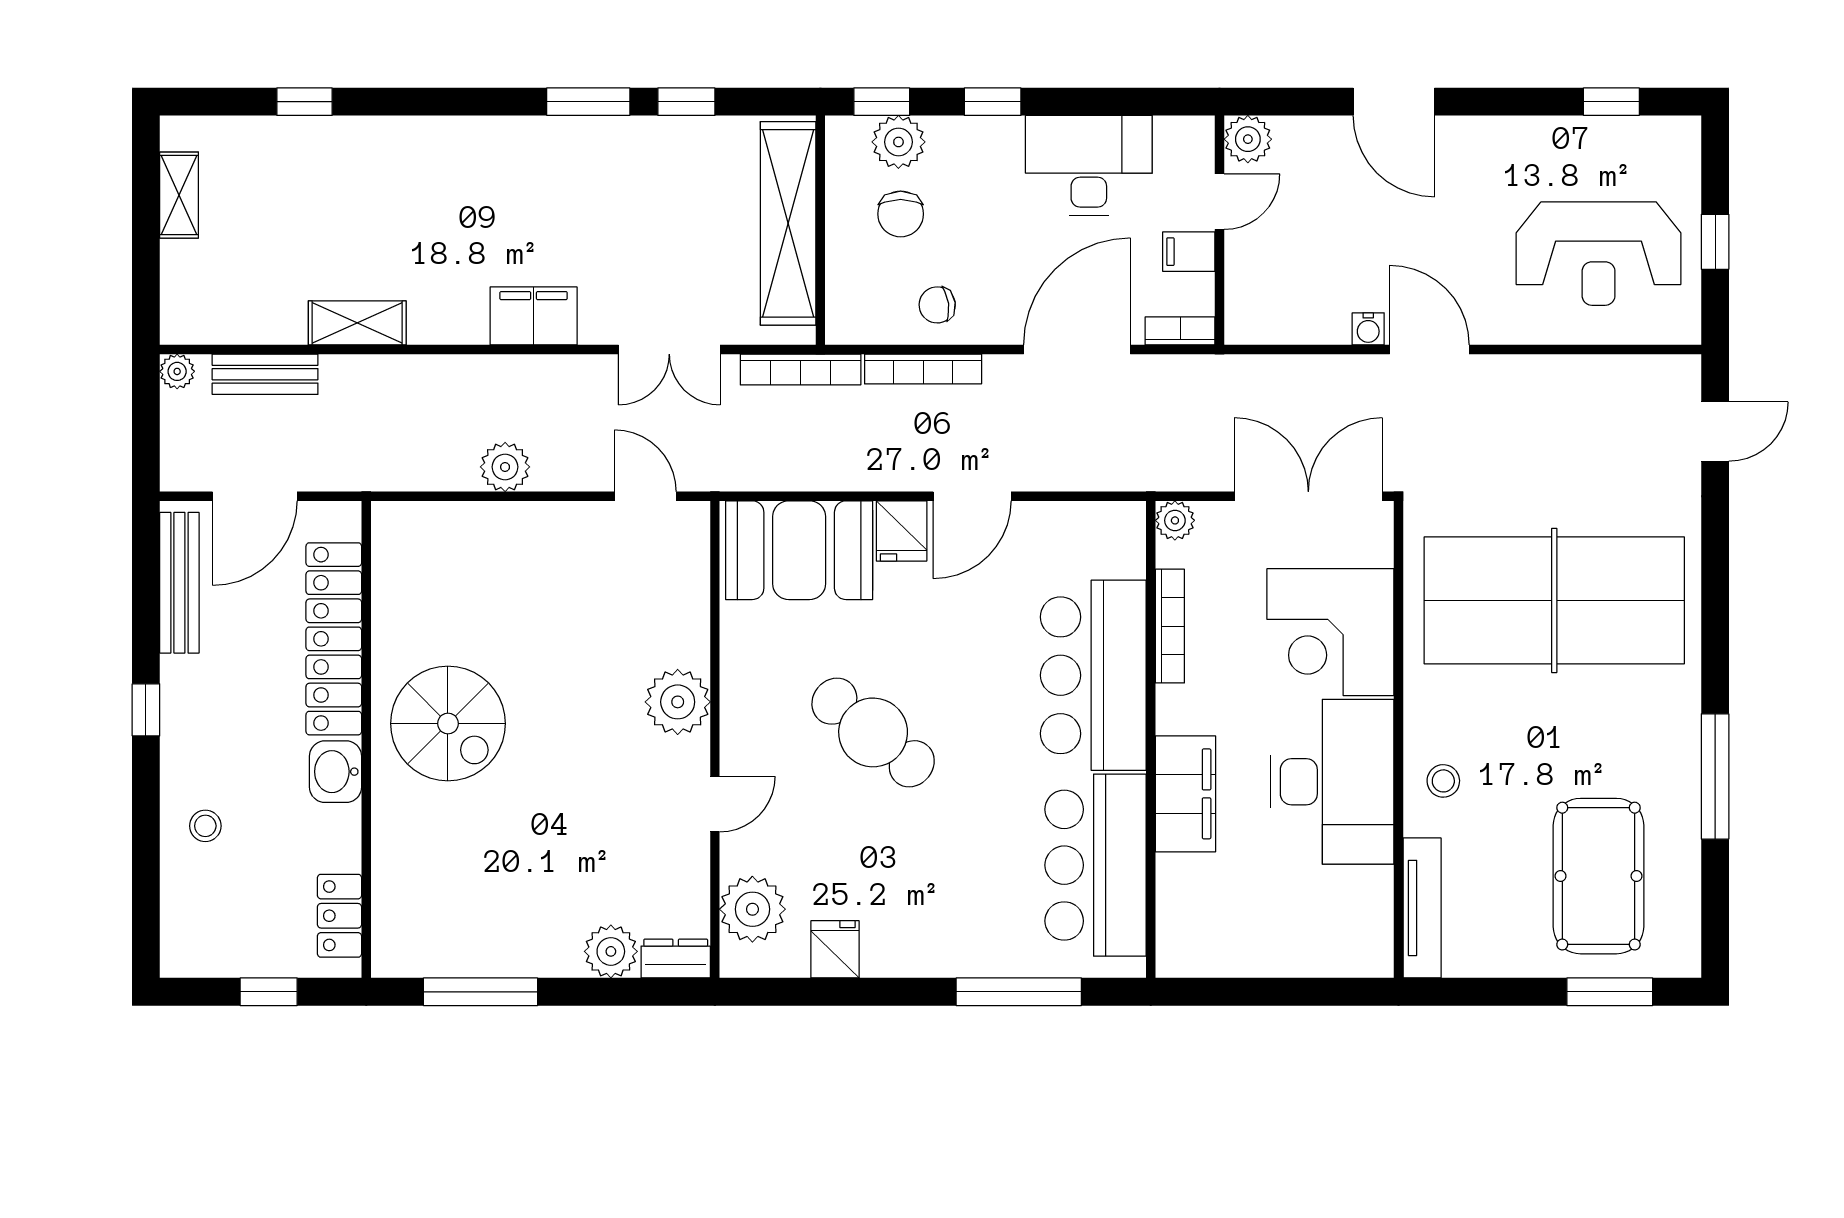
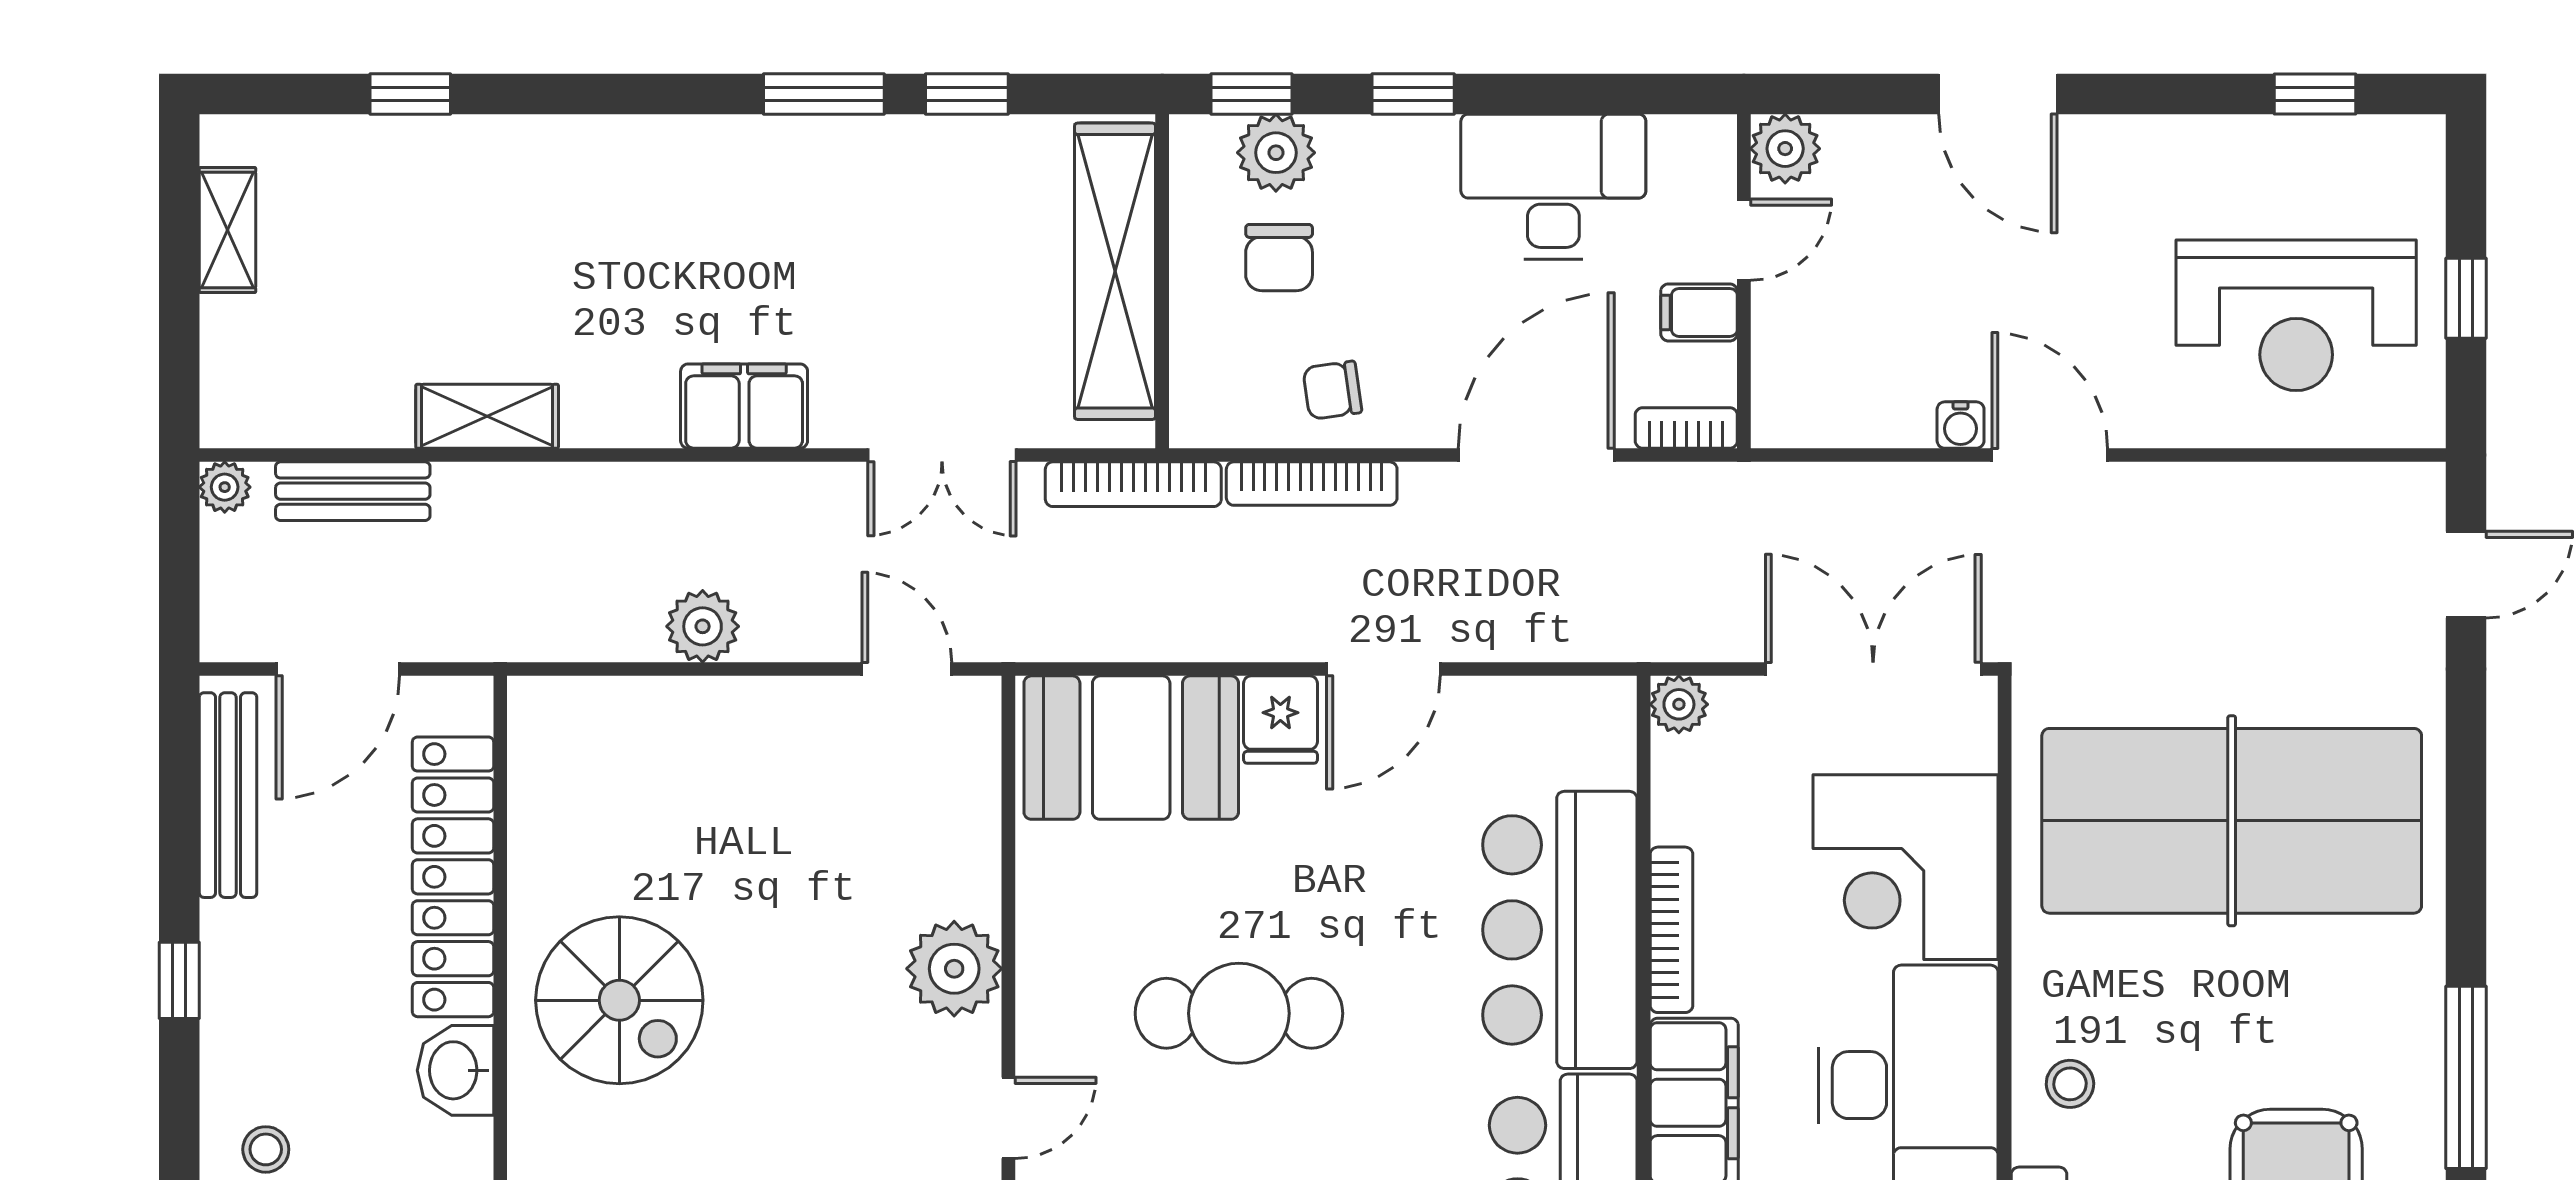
bookcase: (1170, 626) -> (1672, 930), moved
cafe table: (873, 732) -> (1239, 1013), turned -39

